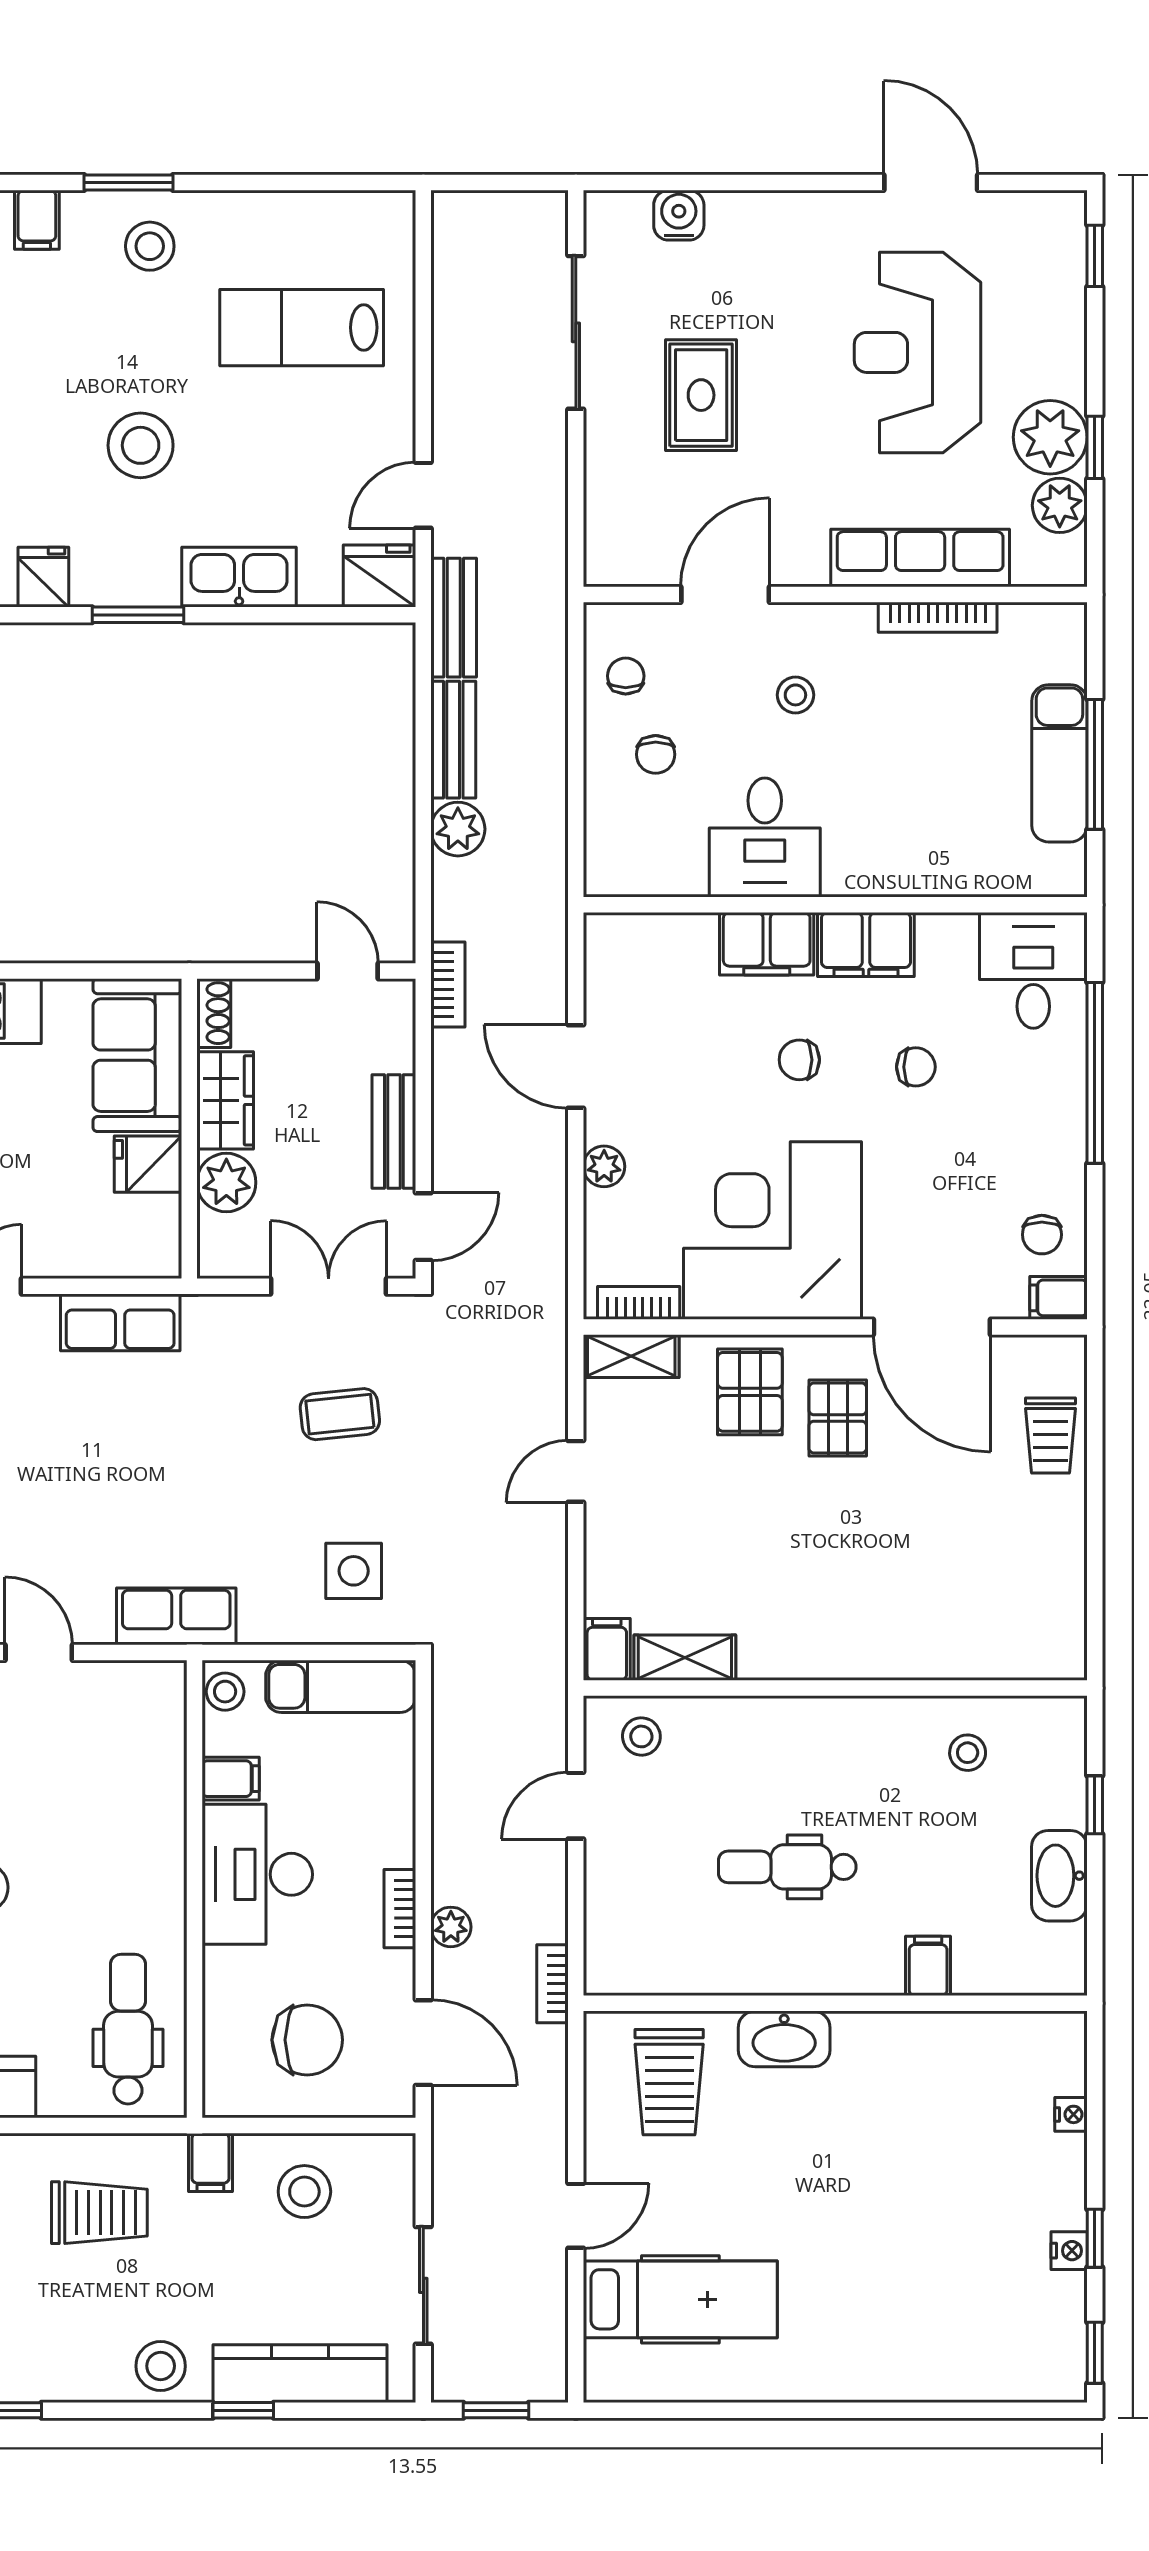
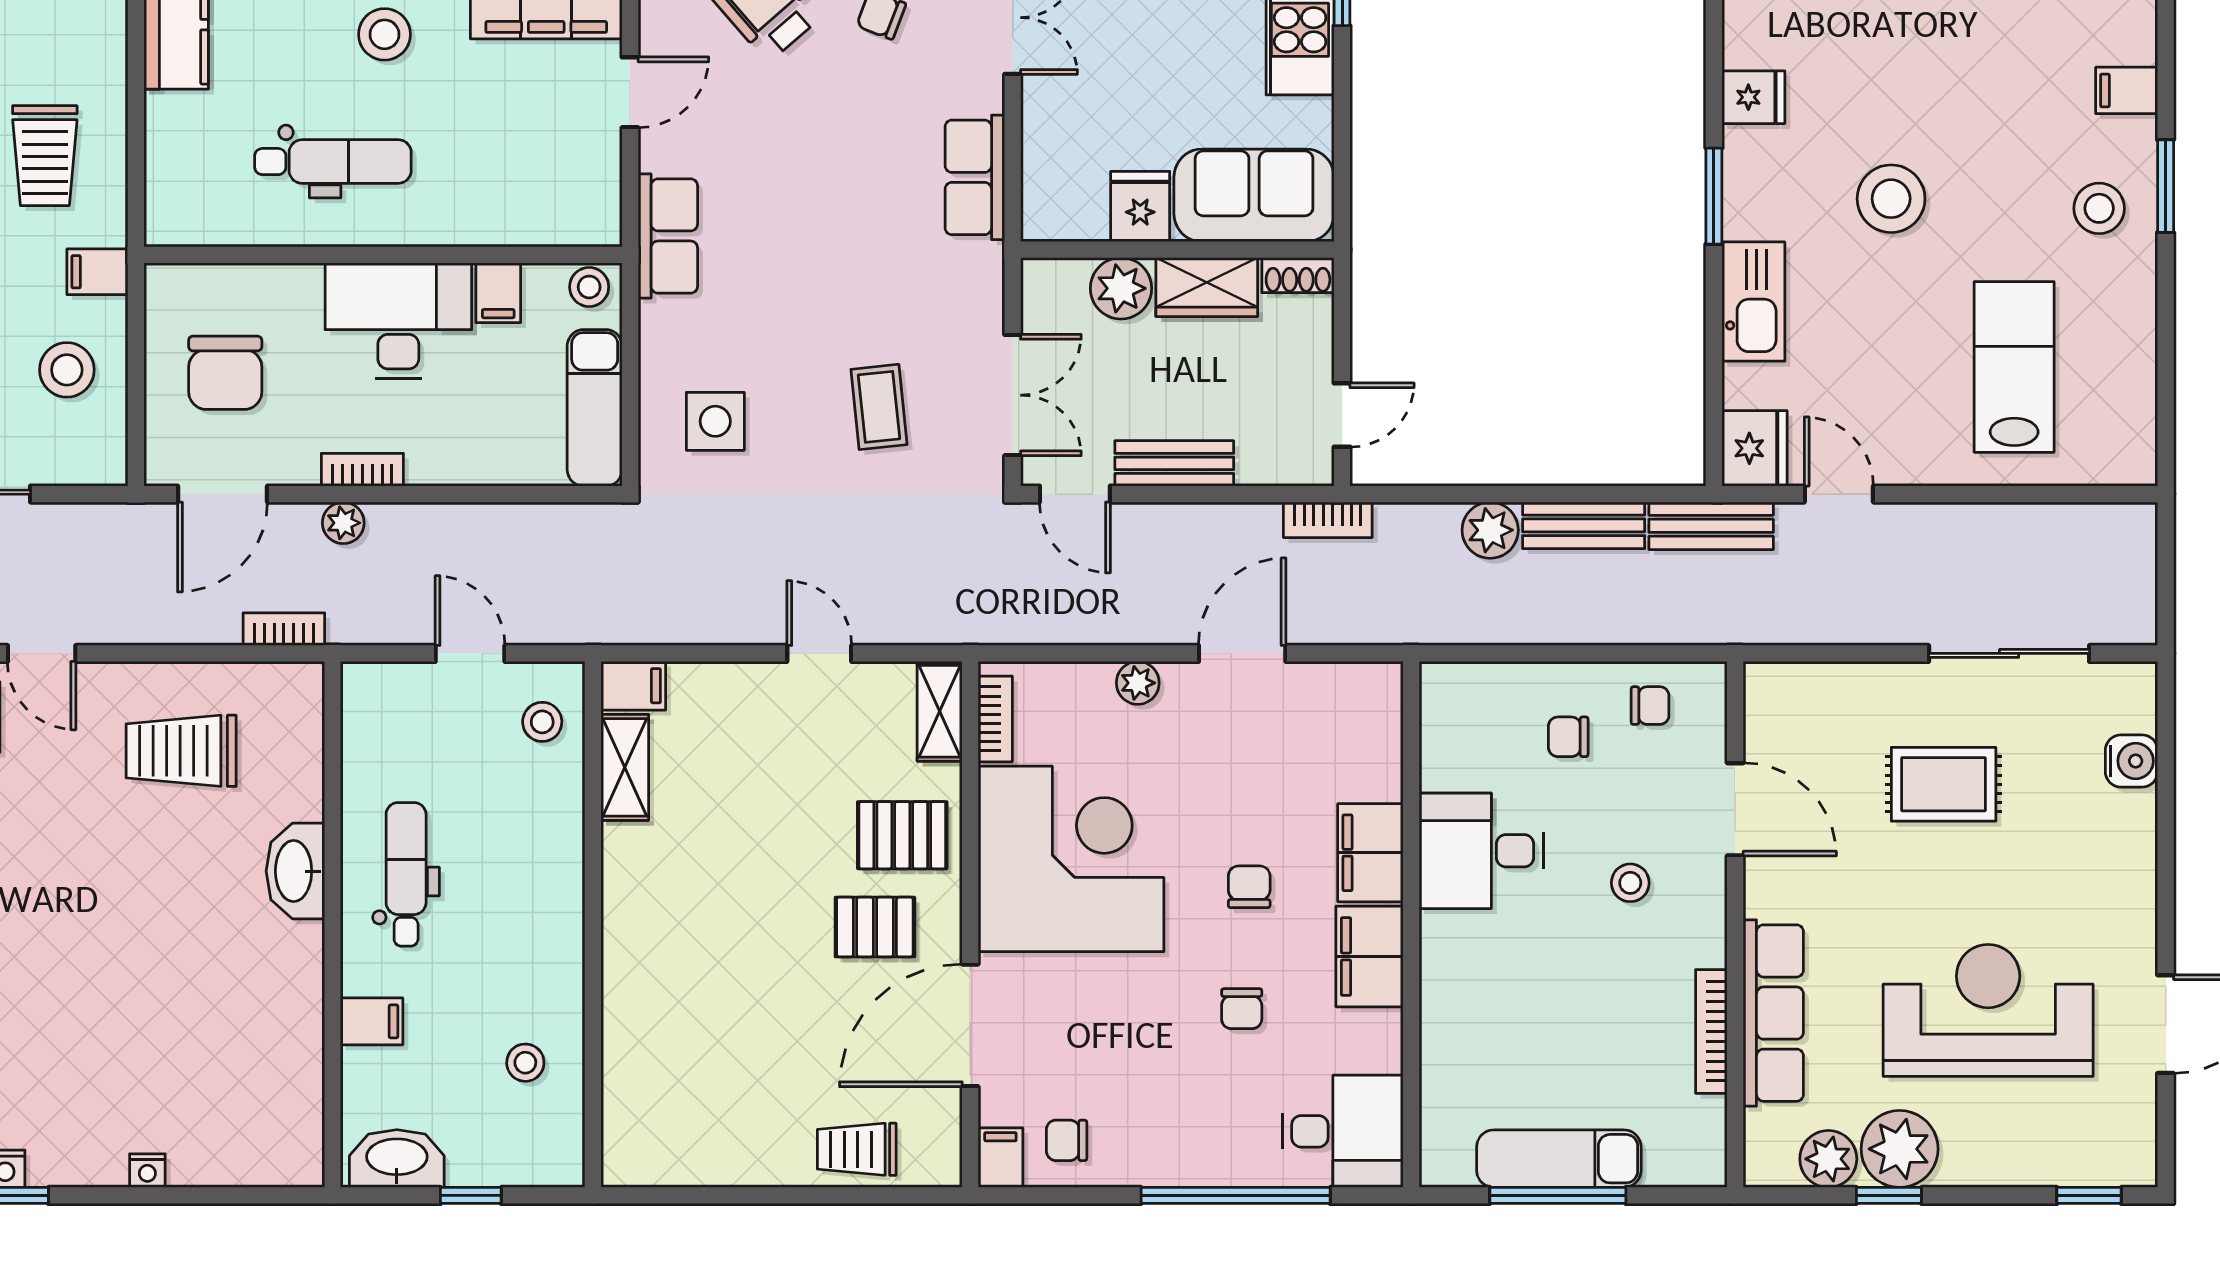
filing cabinet: (928, 1966) -> (372, 1021), moved
wall: (835, 2003) -> (333, 924), moved
dental chair: (128, 2029) -> (333, 162), moved
washbasin: (784, 2039) -> (295, 871), moved

